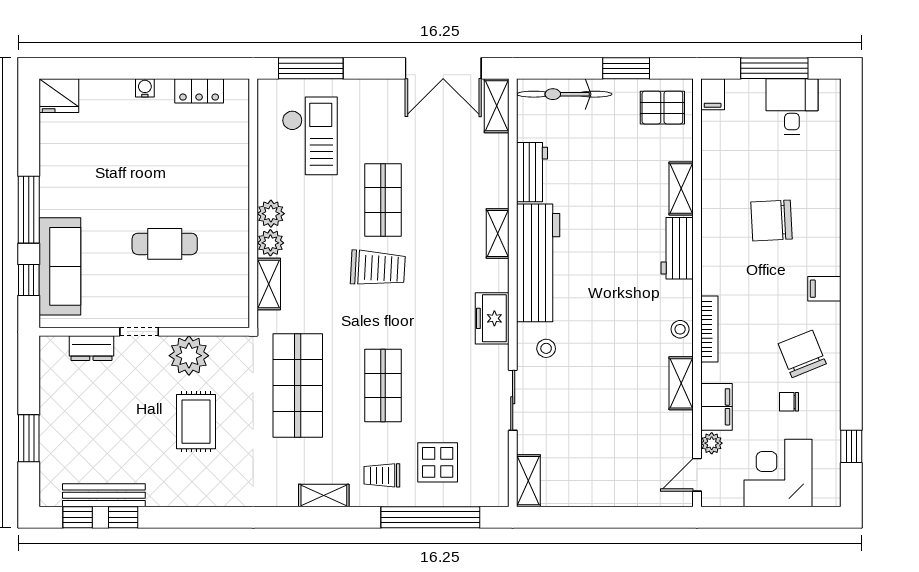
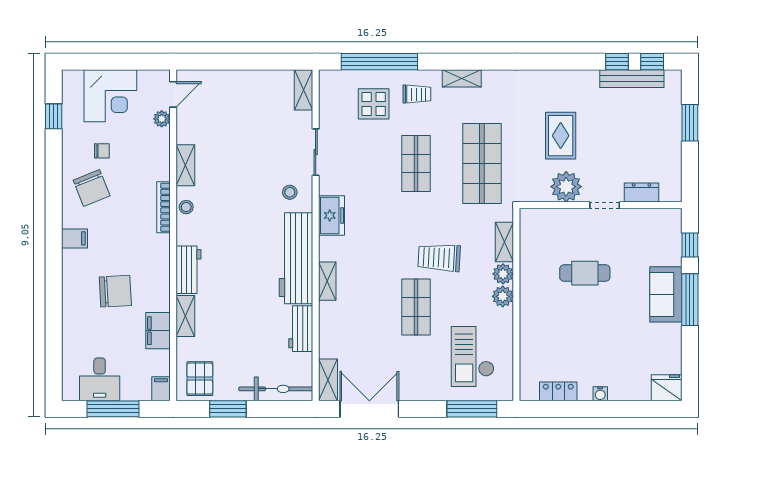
pallet: (662, 108) -> (200, 379), turned 90
sofa: (60, 266) -> (666, 294), moved, width x0.73
trolley: (378, 268) -> (439, 258), moved
filing cabinet: (717, 407) -> (158, 331), moved

